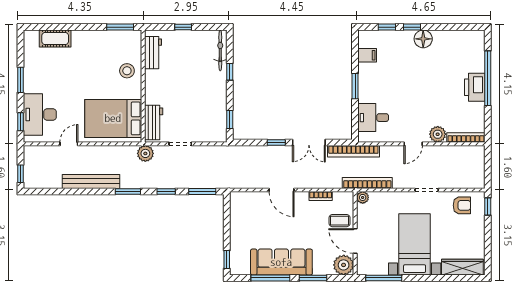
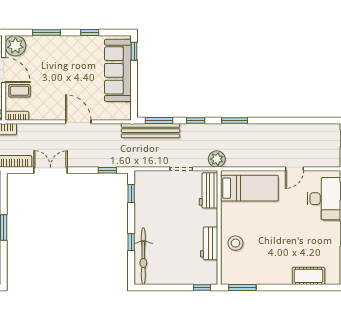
window: (183, 27) -> (202, 288), moved
bicycle: (220, 50) -> (143, 256), width x1.37, depth x1.40
workbench: (153, 53) -> (209, 243), moved
bed: (113, 118) -> (249, 188), width x0.67
window: (276, 142) -> (107, 170), moved
bench: (91, 181) -> (150, 131), moved
bookcase: (321, 196) -> (17, 116), moved
sofa: (281, 262) -> (118, 70), moved, turned 90
window: (270, 278) -> (90, 33), width x0.46

